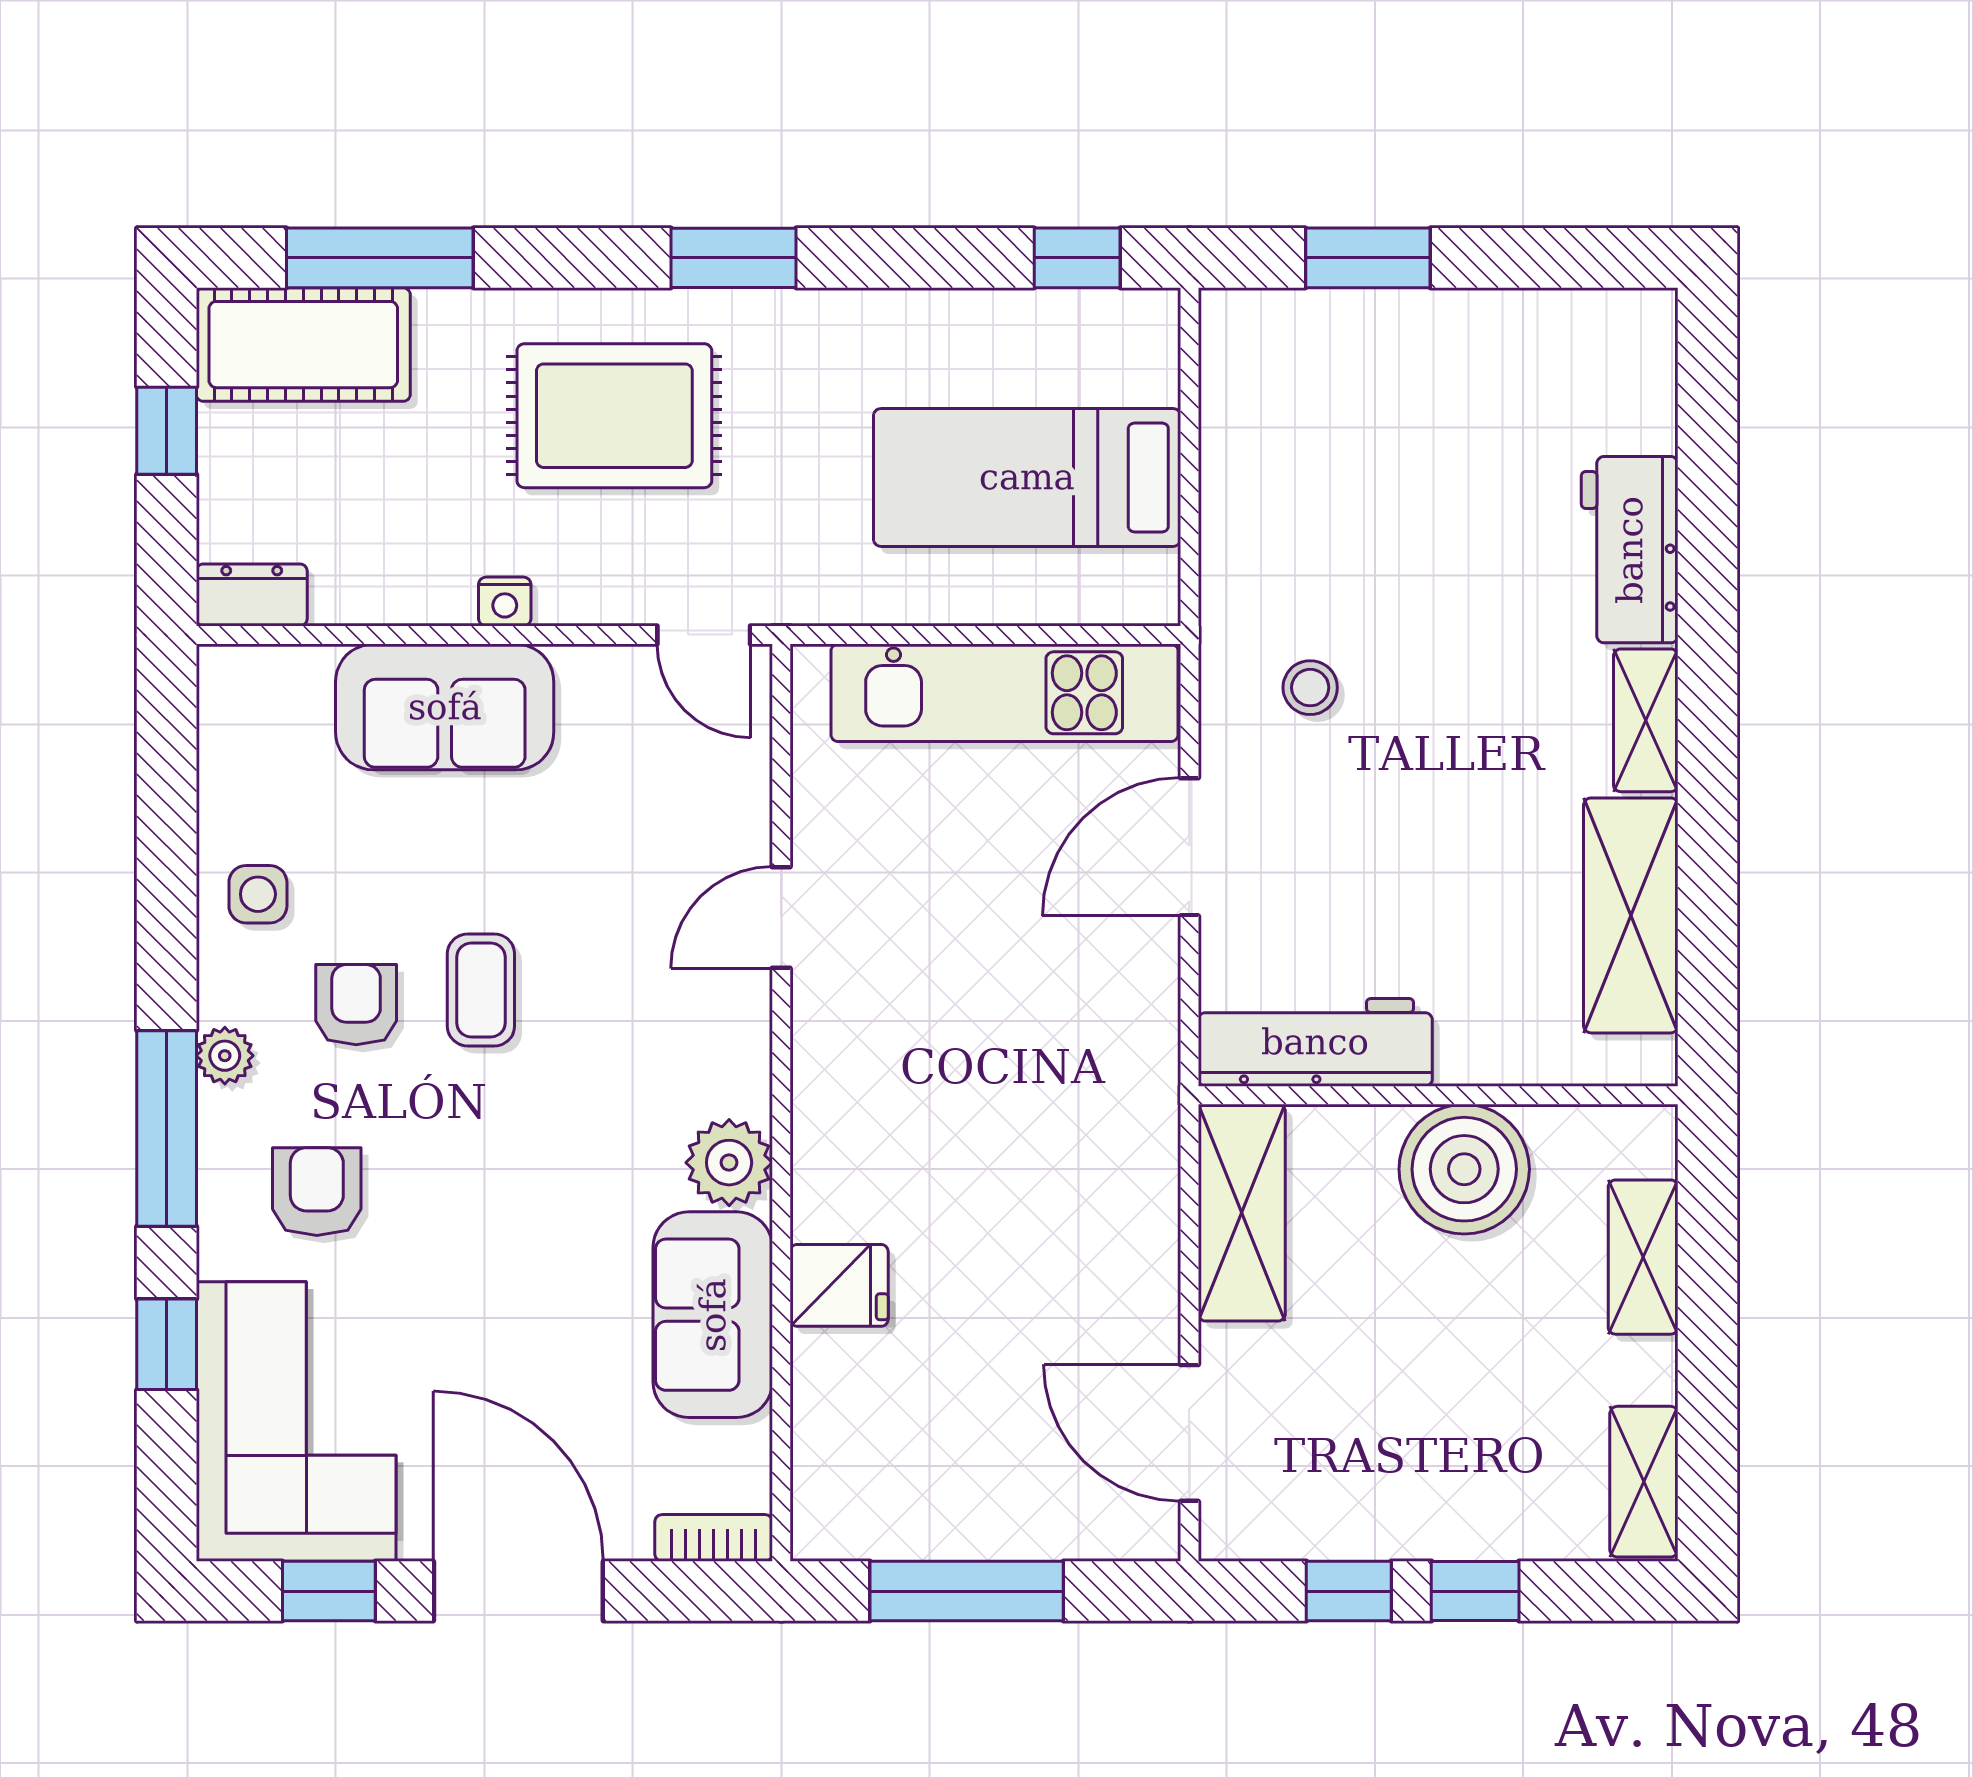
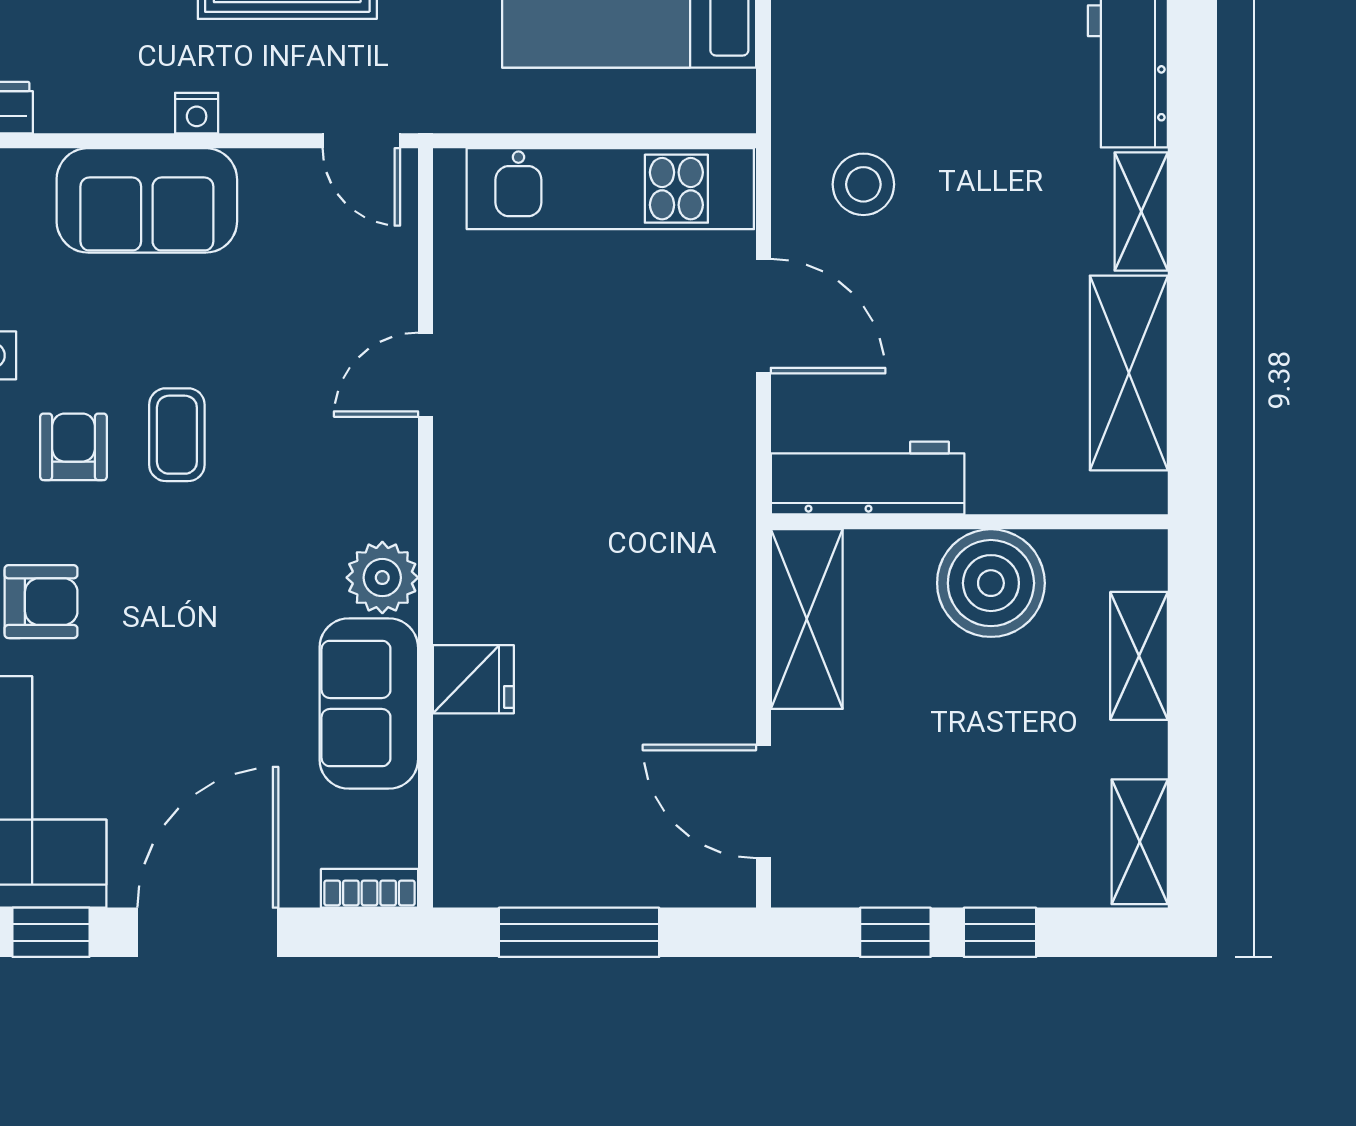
stool: (1310, 688) -> (863, 184), width x1.37, depth x1.37
door: (1189, 847) -> (763, 316), swing flipped
armchair: (317, 1192) -> (41, 602), turned 90
door: (518, 1591) -> (208, 932), hinge flipped

